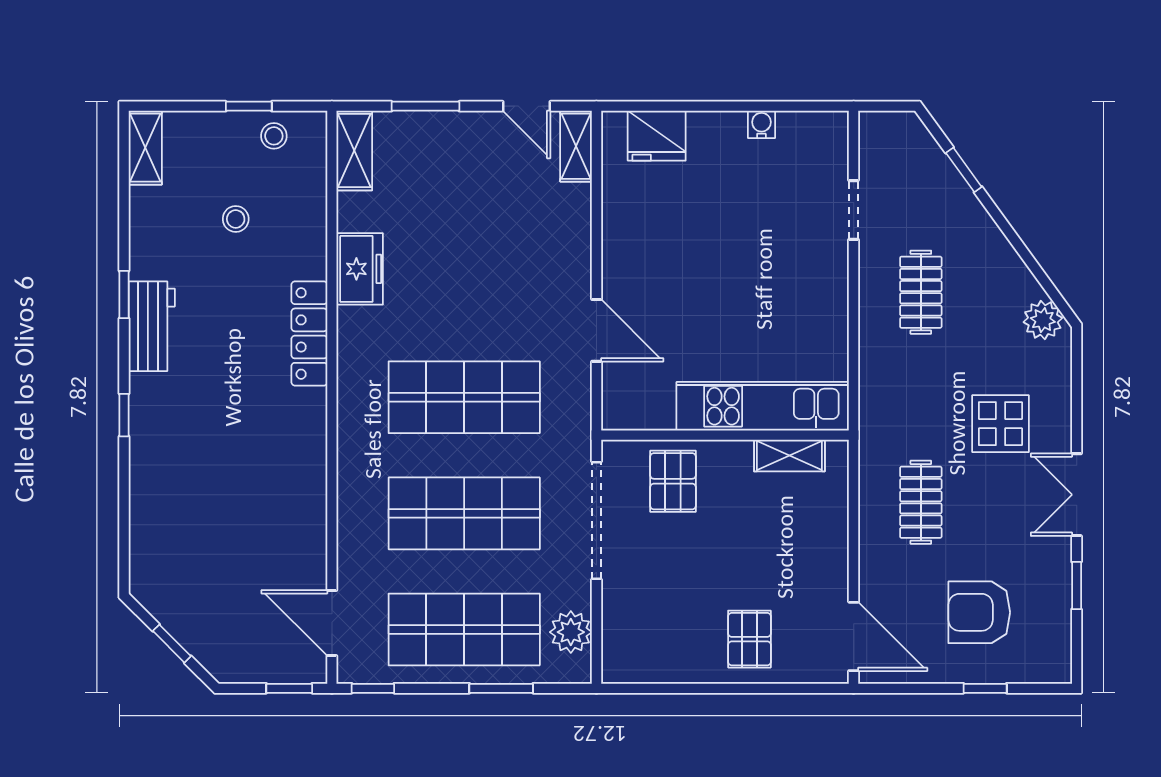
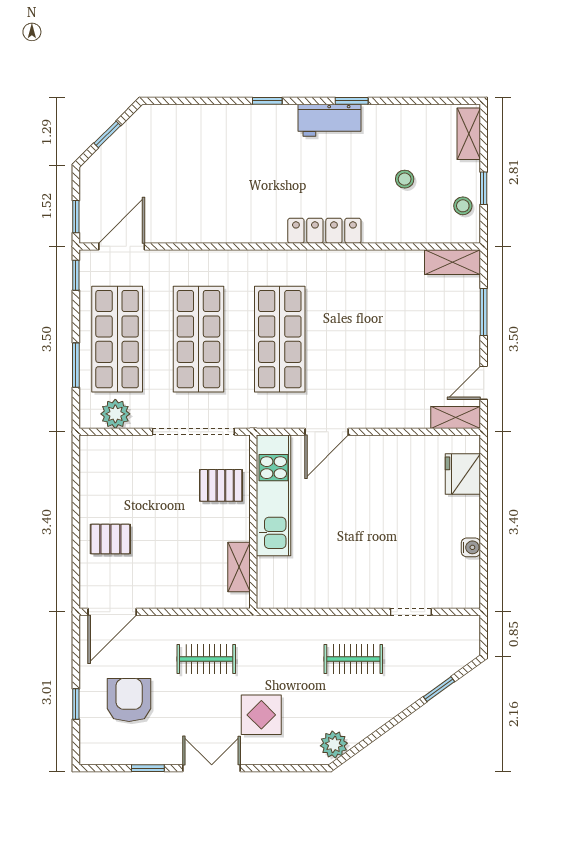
shelving: (145, 148) -> (469, 134), moved, turned 90
freezer: (360, 269) -> (370, 266), removed
kitchen unit: (763, 406) -> (273, 495), moved

